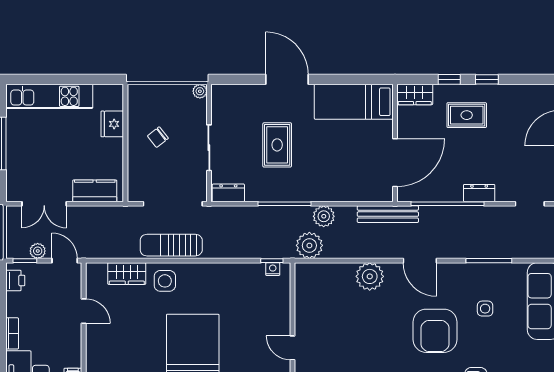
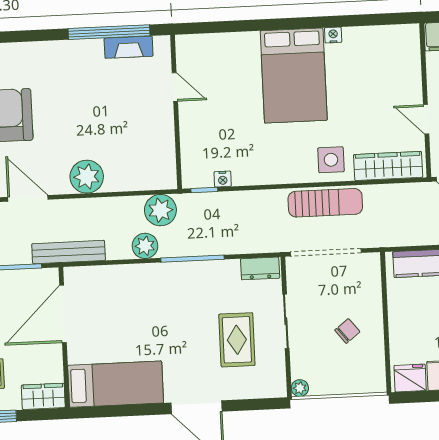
fridge: (112, 124) -> (410, 378), moved, turned -90
rug: (277, 145) -> (237, 340), moved
nightstand: (273, 269) -> (223, 179), moved
wardrobe: (127, 274) -> (388, 166), width x1.50

